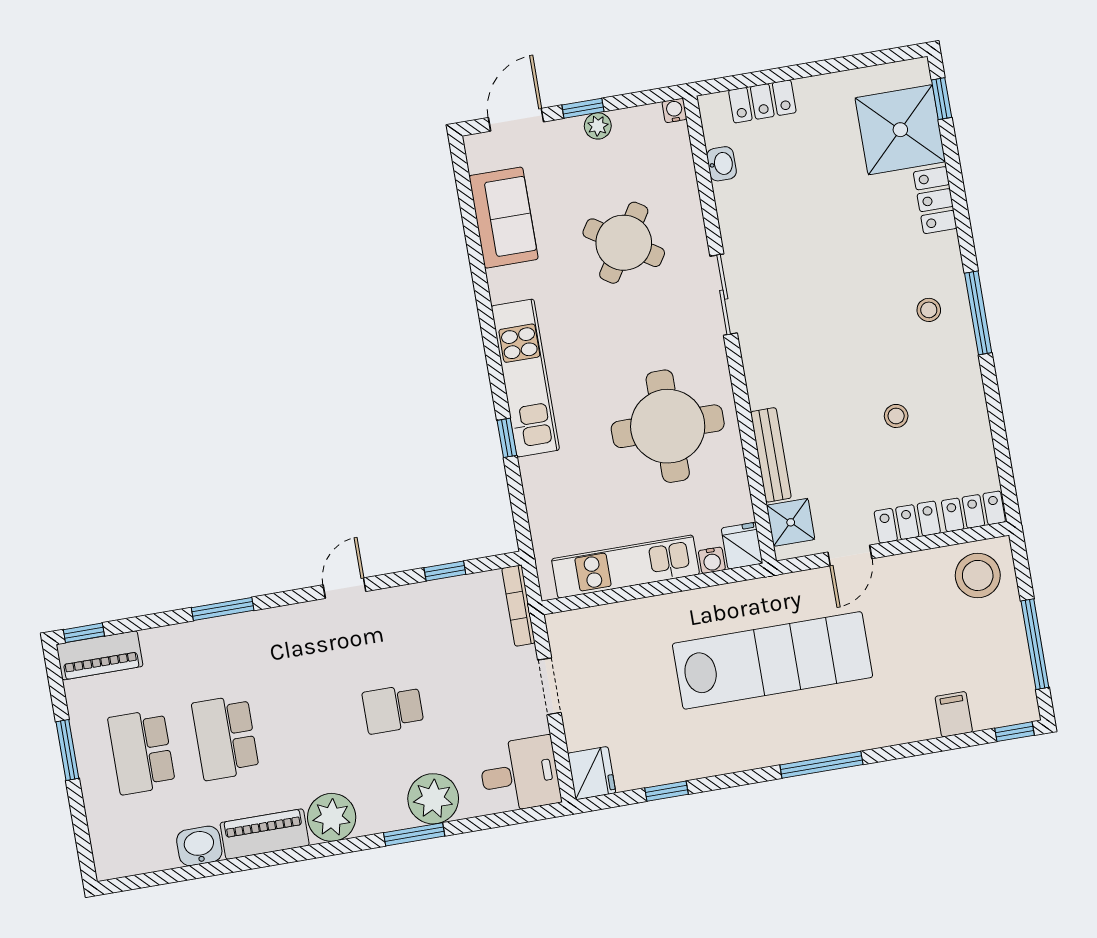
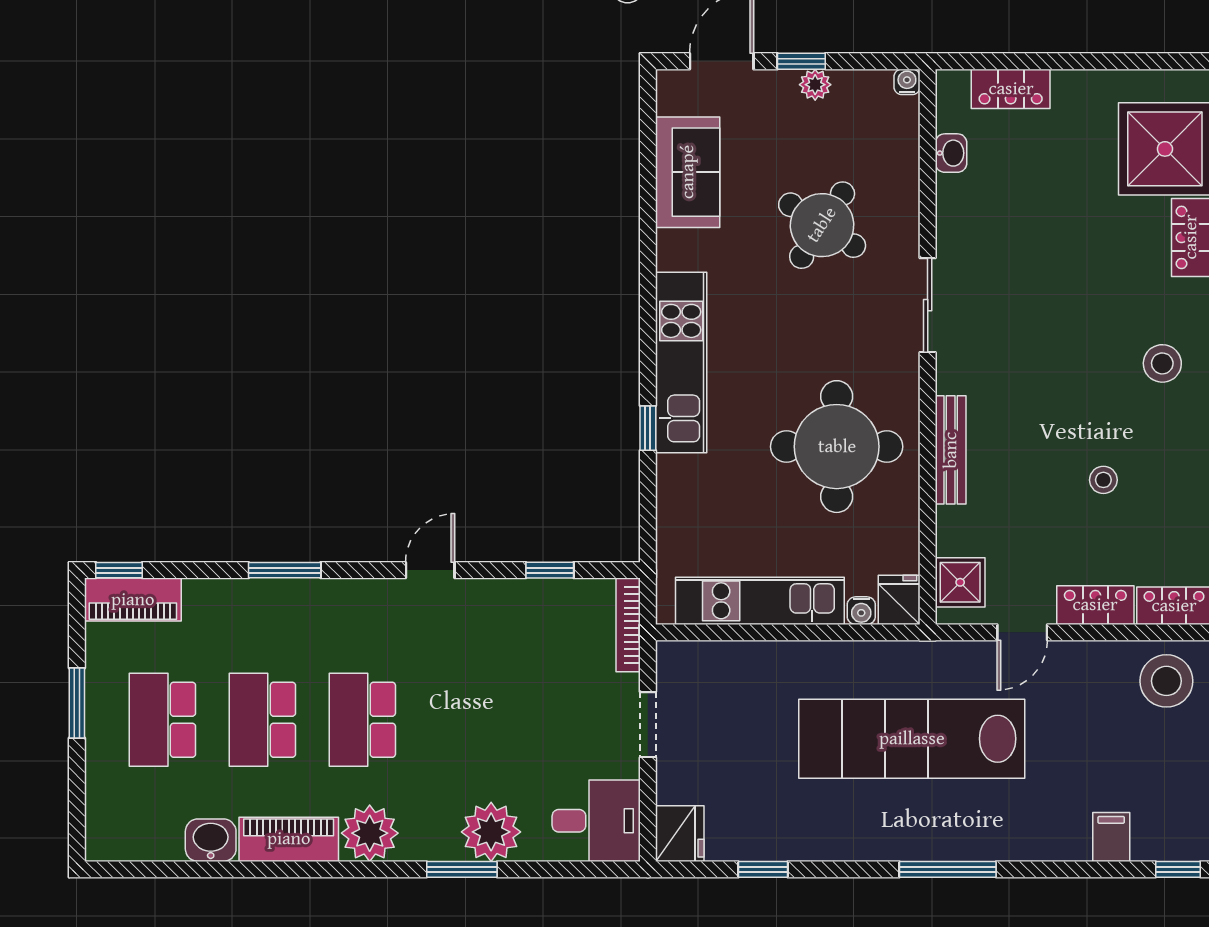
stool: (929, 310) -> (1162, 363), width x1.37, depth x1.37
bench: (771, 455) -> (951, 450), moved
lab bench: (773, 660) -> (912, 739), turned 180
school desk: (393, 709) -> (362, 720), moved, width x1.85

